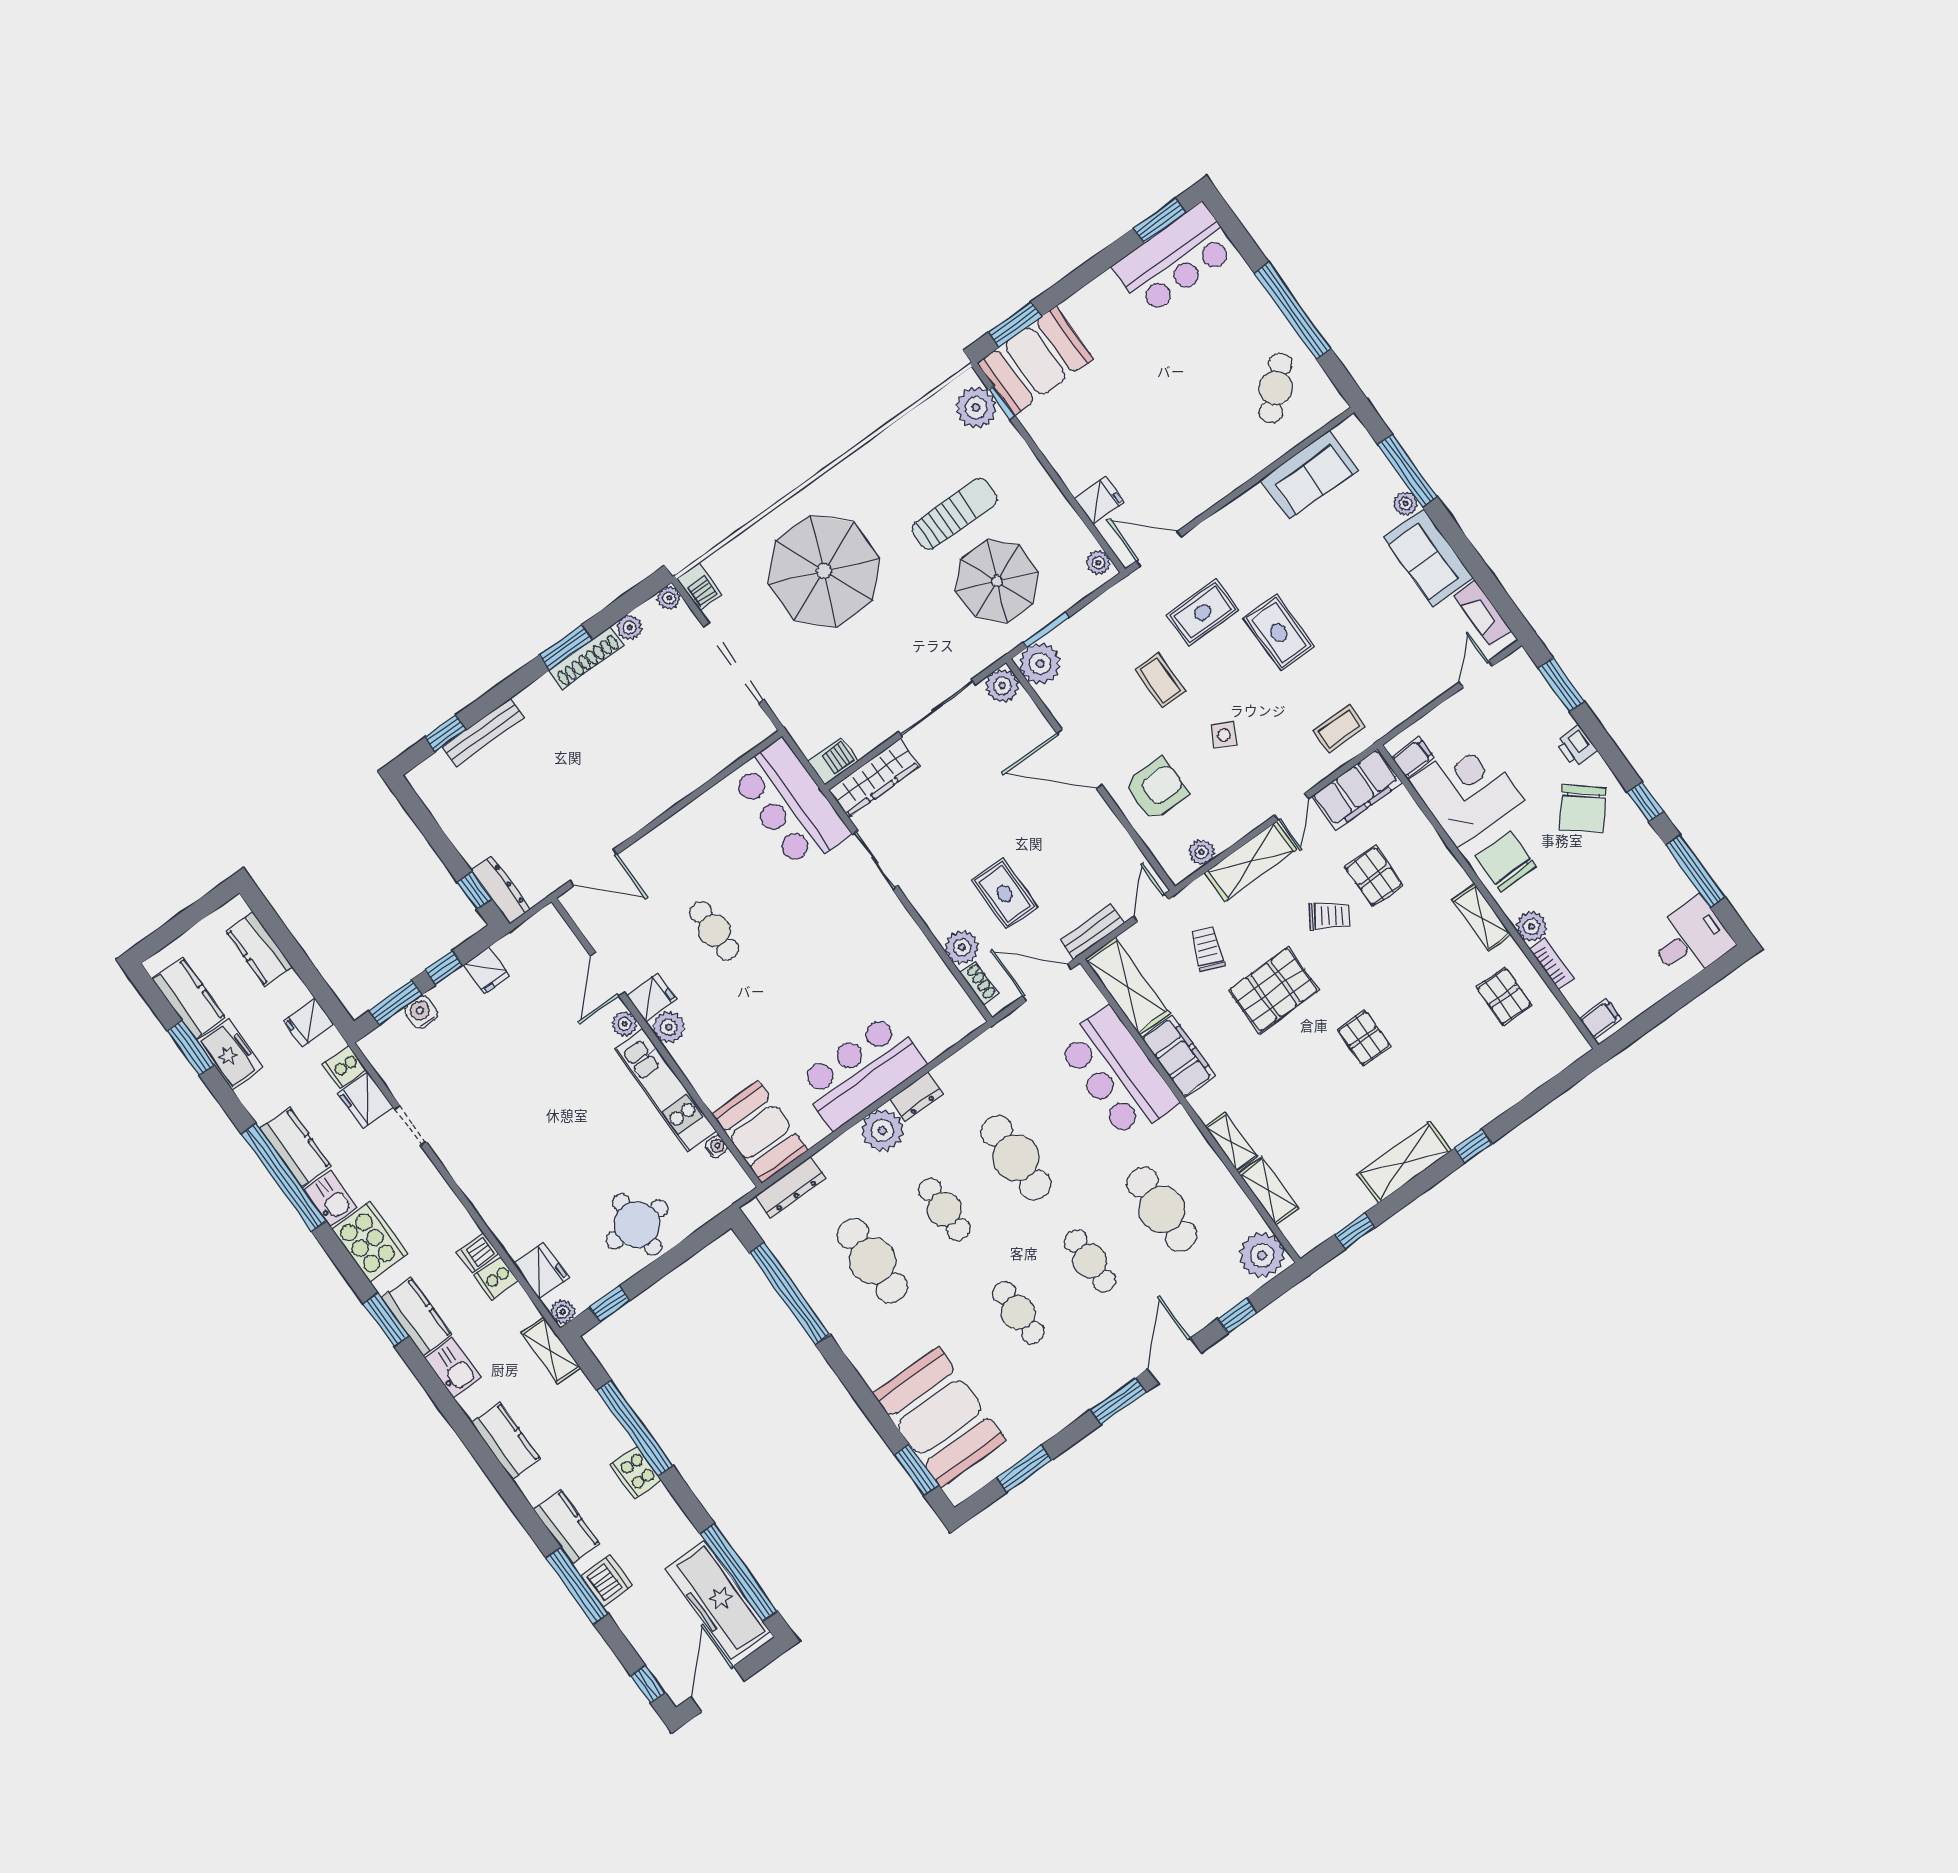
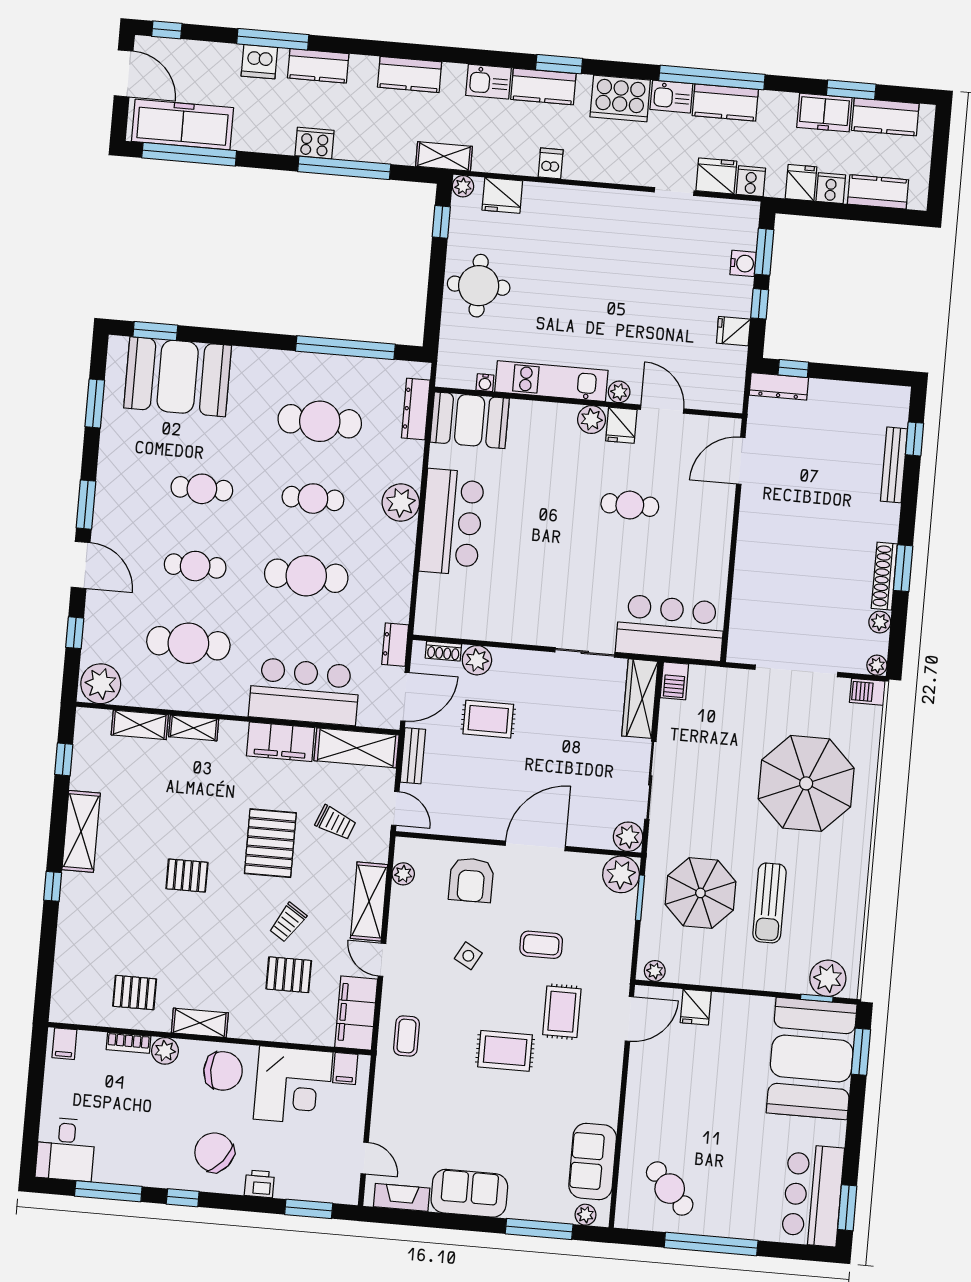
booth: (1035, 361) -> (812, 1059), width x1.36, depth x1.42
plant: (1406, 504) -> (585, 1215), moved
dresser: (916, 1096) -> (395, 645), moved
cooker: (496, 1278) -> (831, 188), moved

